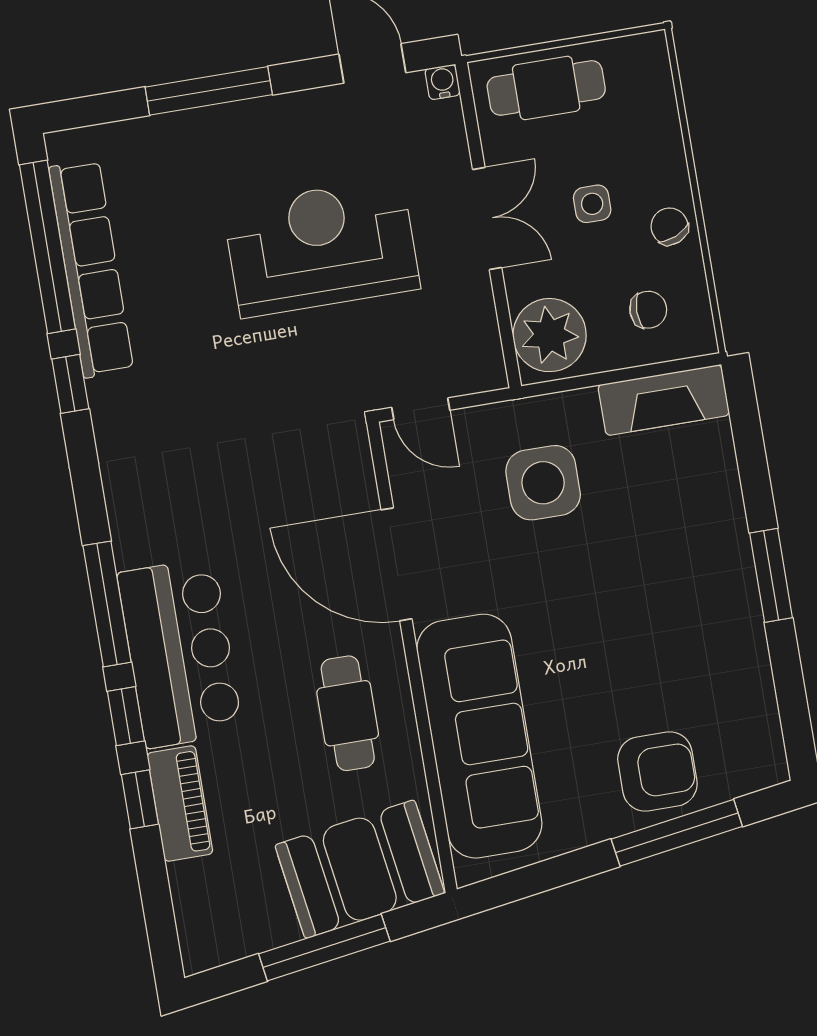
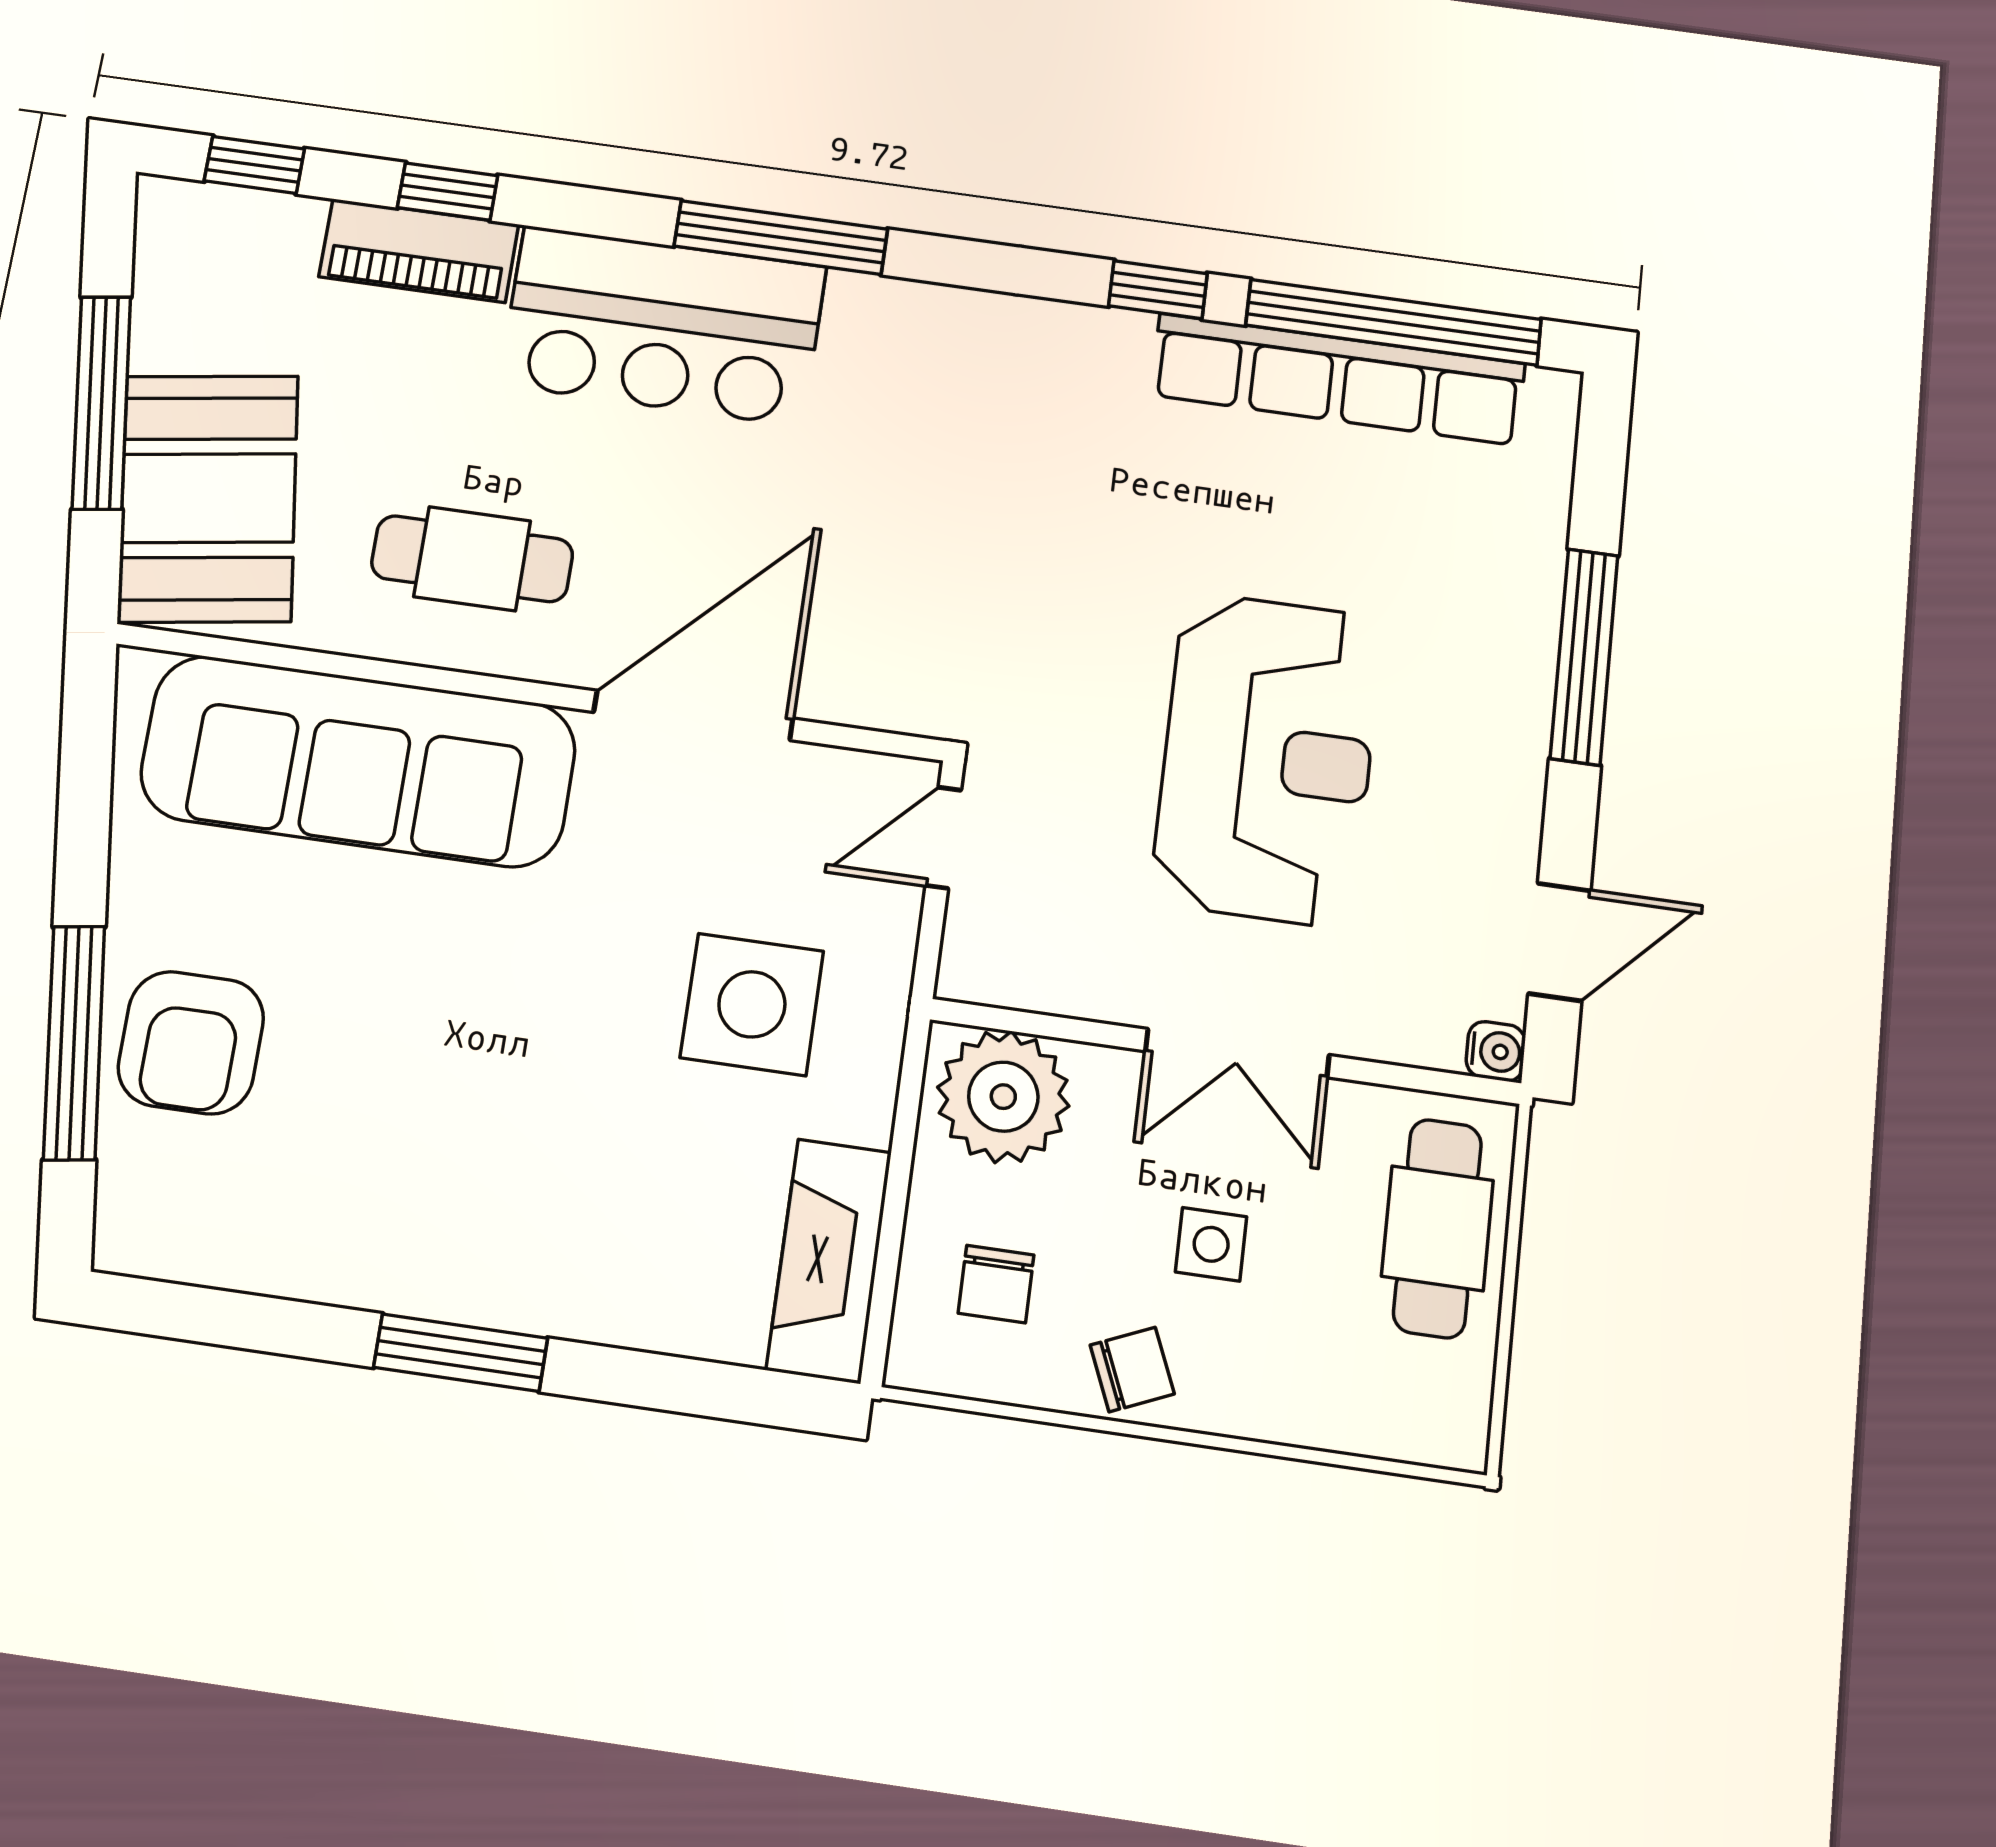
window: (126, 716) -> (254, 165), moved

